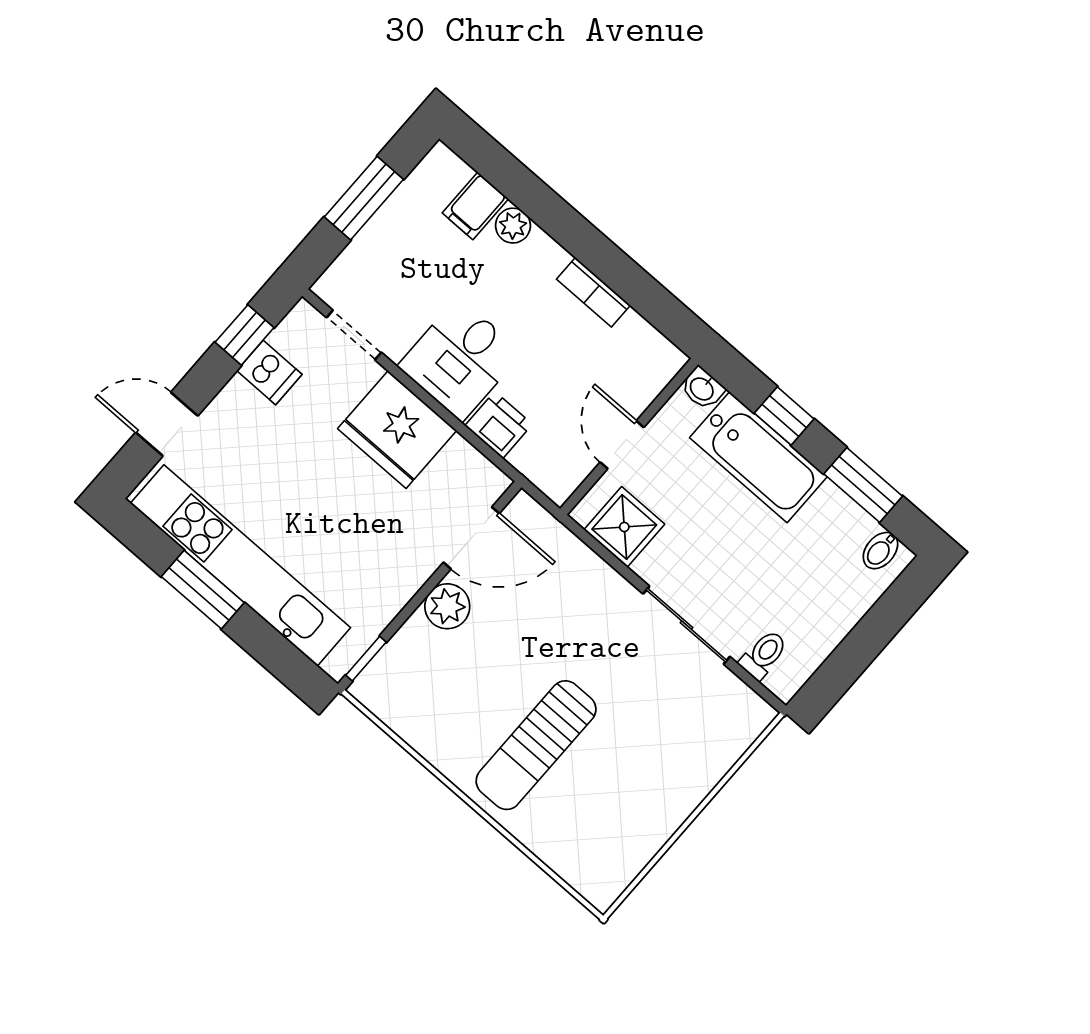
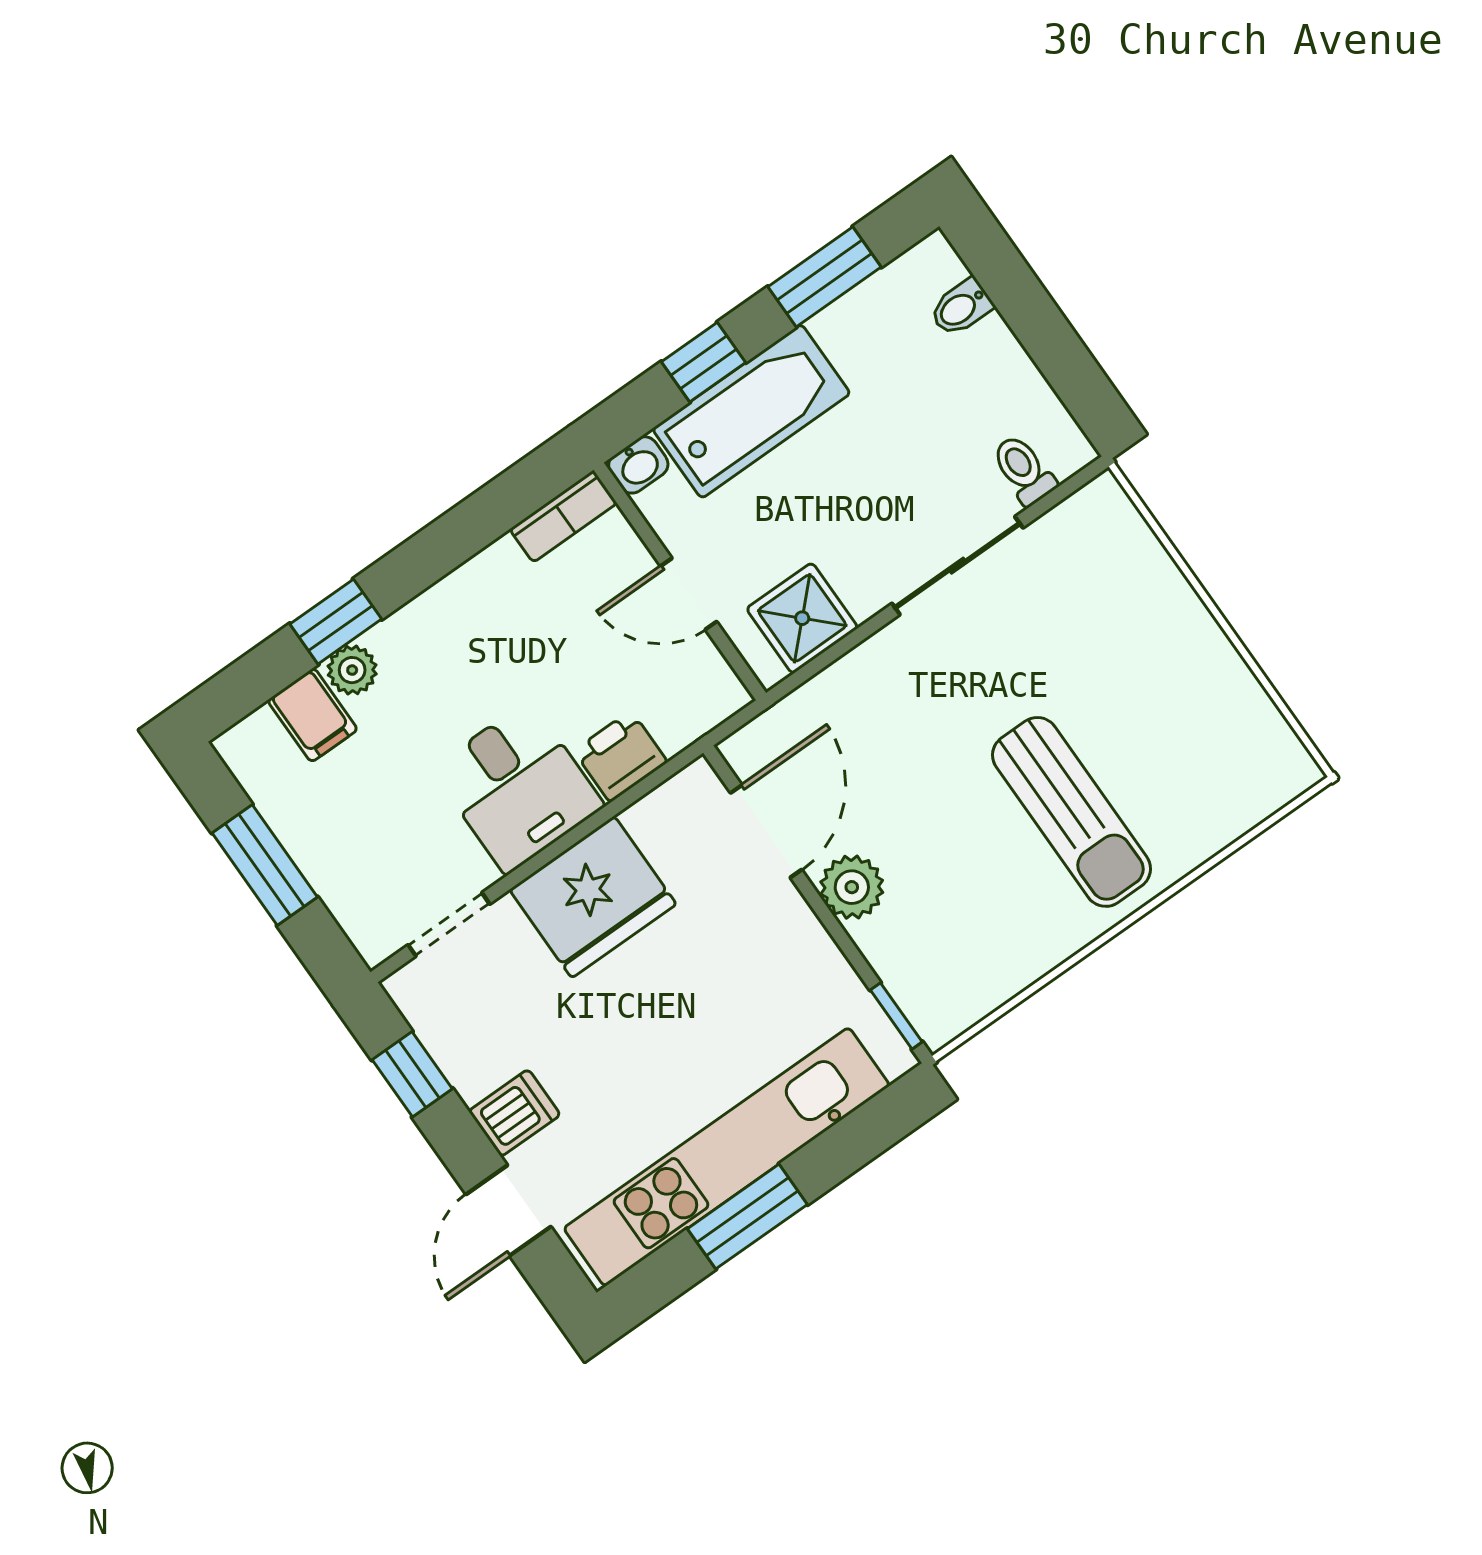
window: (544, 206) -> (336, 622), added
bookcase: (593, 292) -> (563, 516), moved
dishwasher: (269, 373) -> (514, 1113), moved
bidet: (880, 551) -> (961, 307), moved, turned 90

